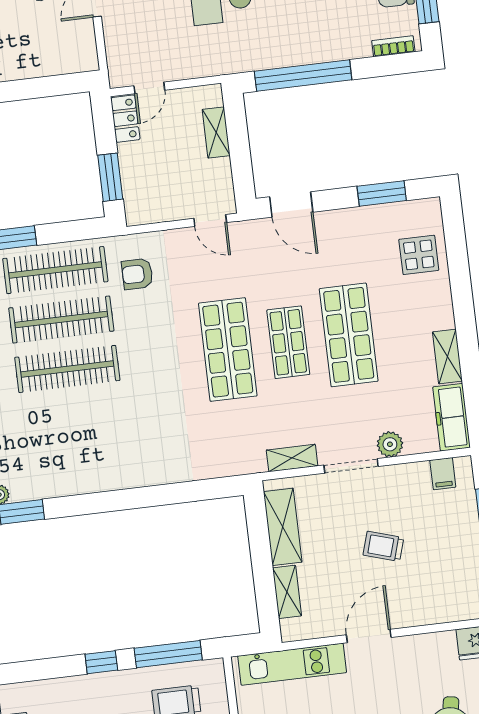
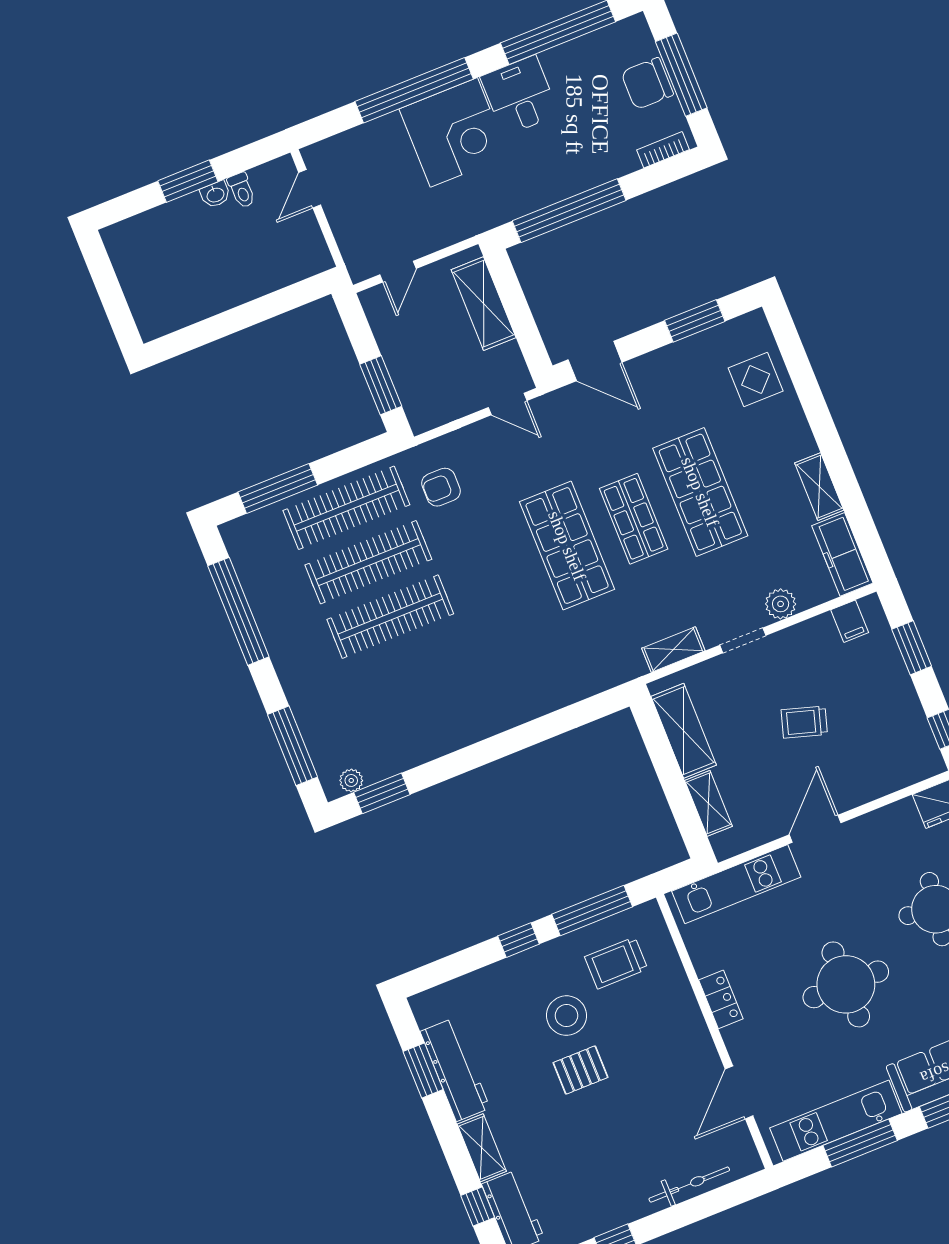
locker: (125, 119) -> (380, 314), removed
shelving: (216, 132) -> (484, 304), width x1.50, depth x1.33
doorway: (351, 466) -> (743, 640), width x0.73

